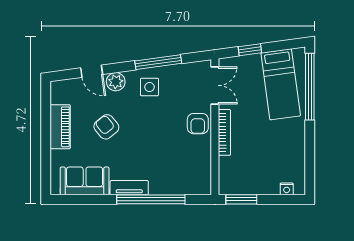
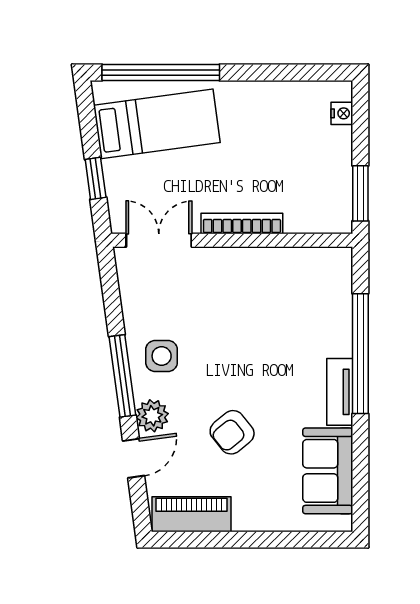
window: (158, 62) -> (122, 376), moved
armchair: (198, 124) -> (226, 271), removed
piano: (60, 127) -> (192, 514), moved

